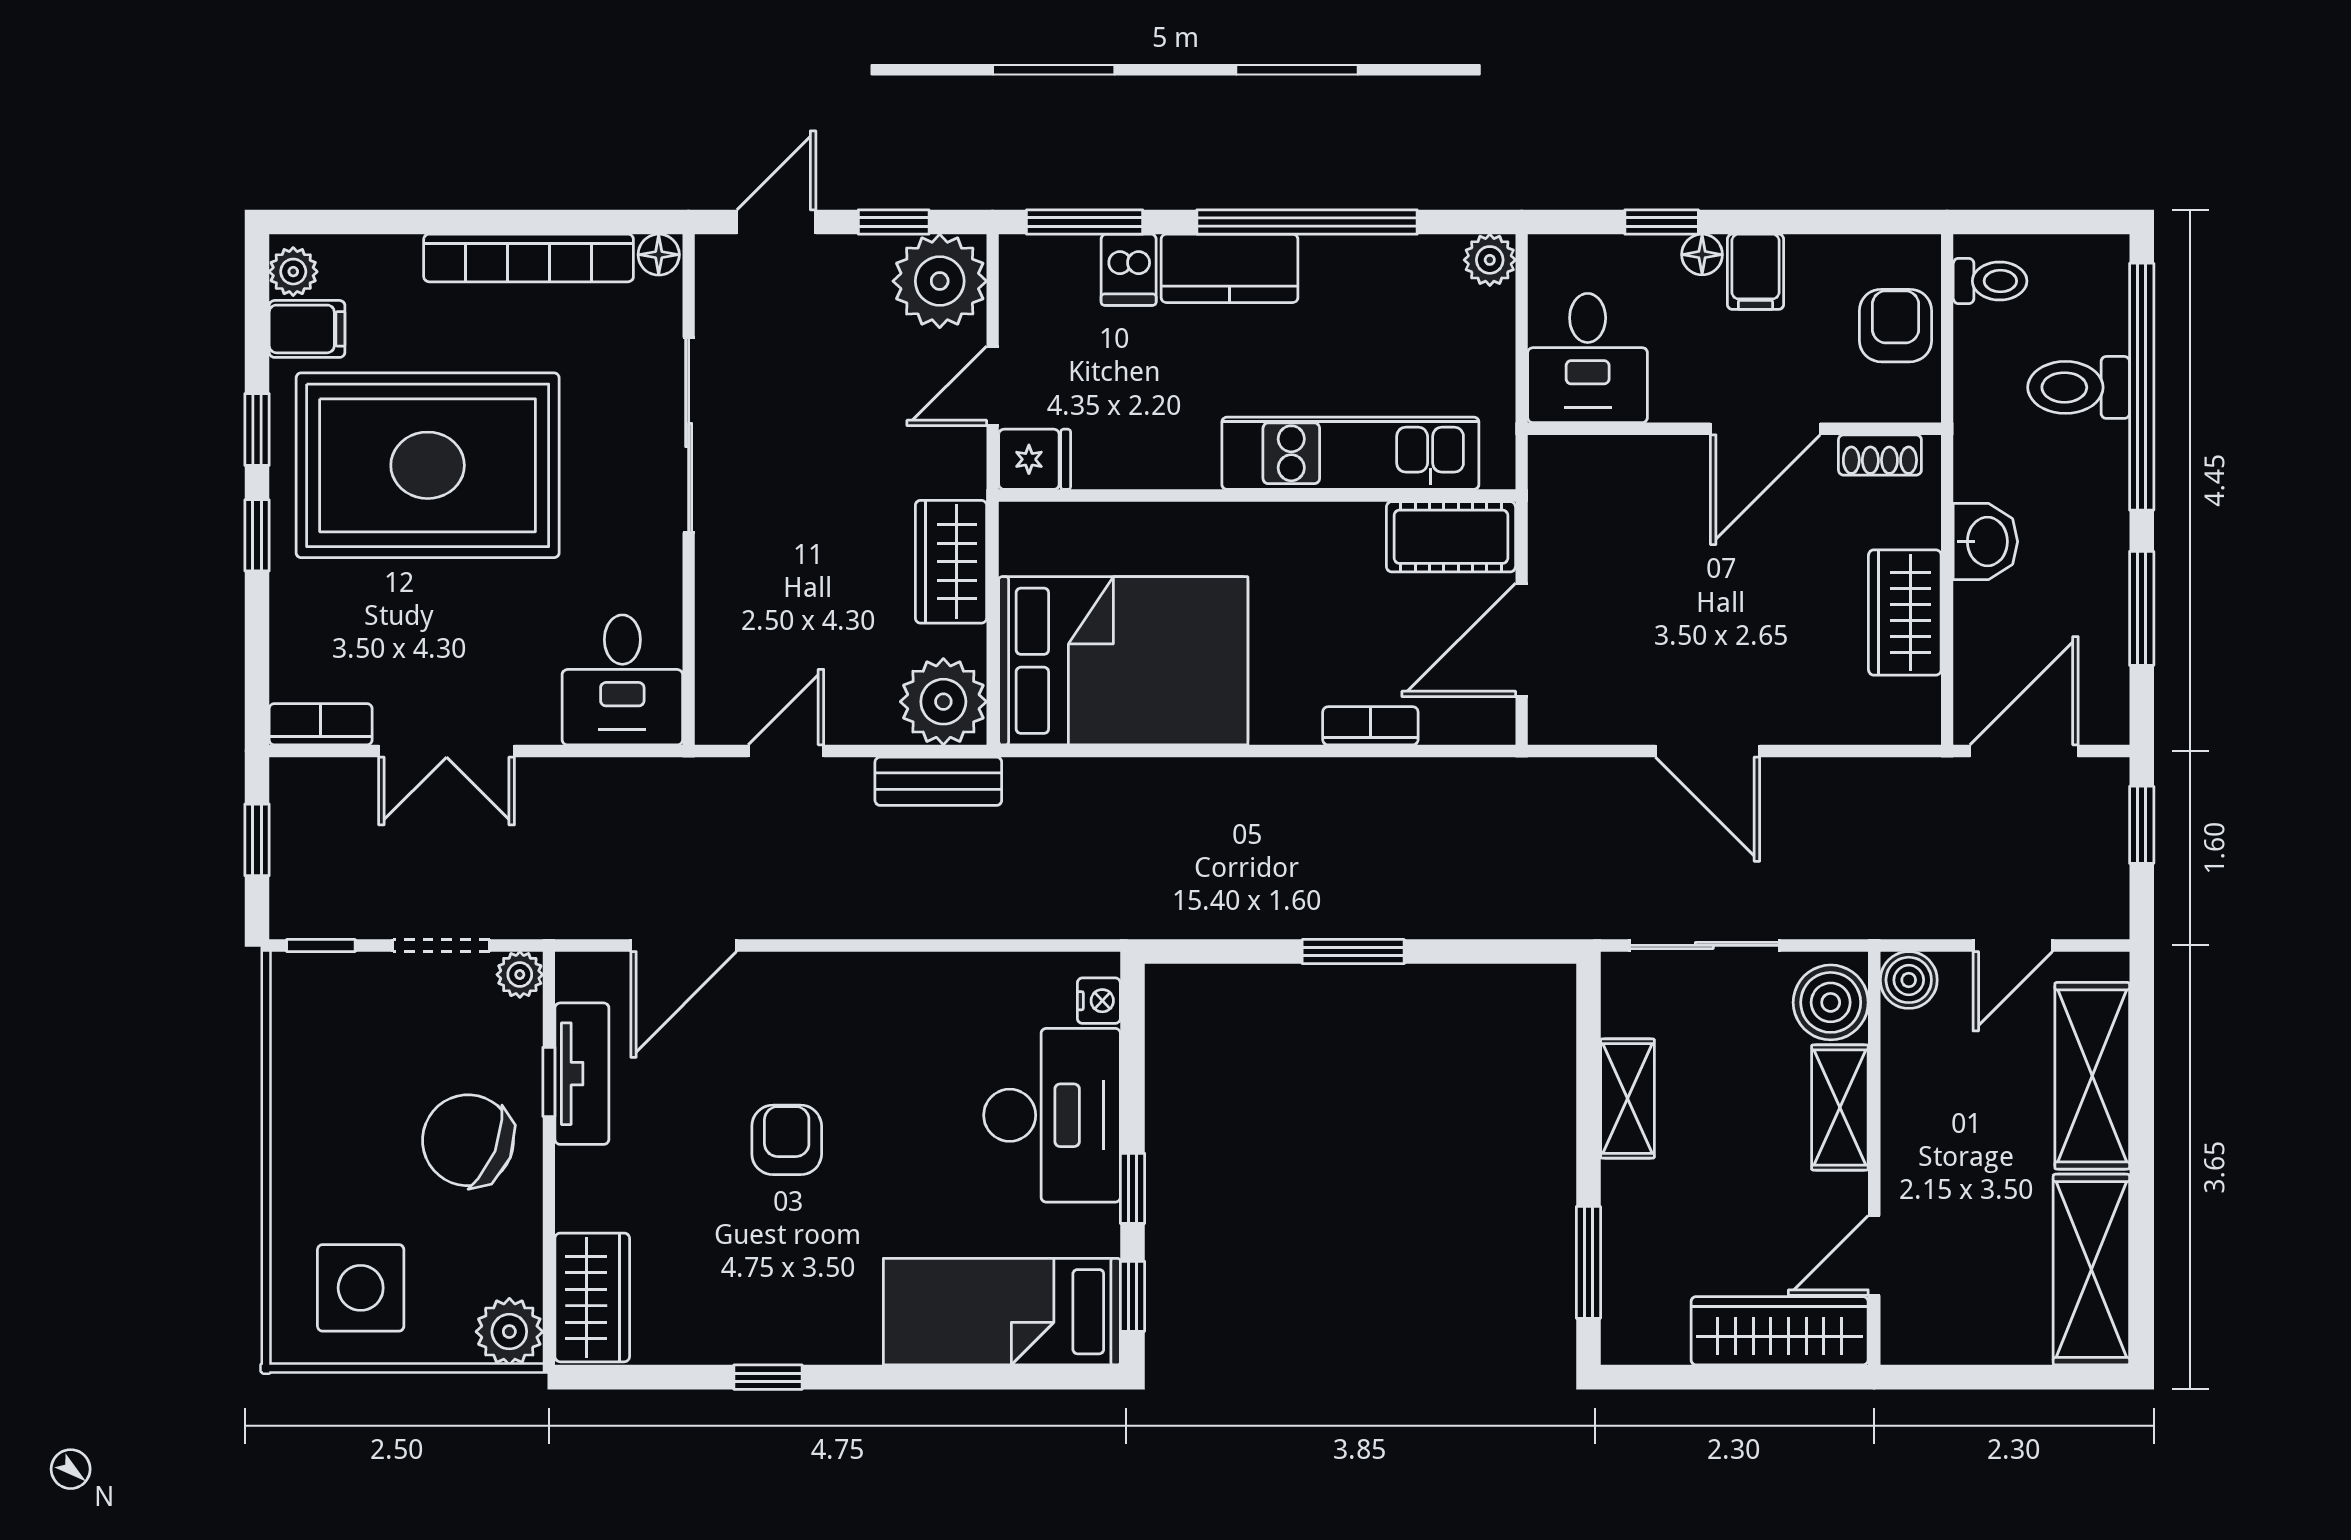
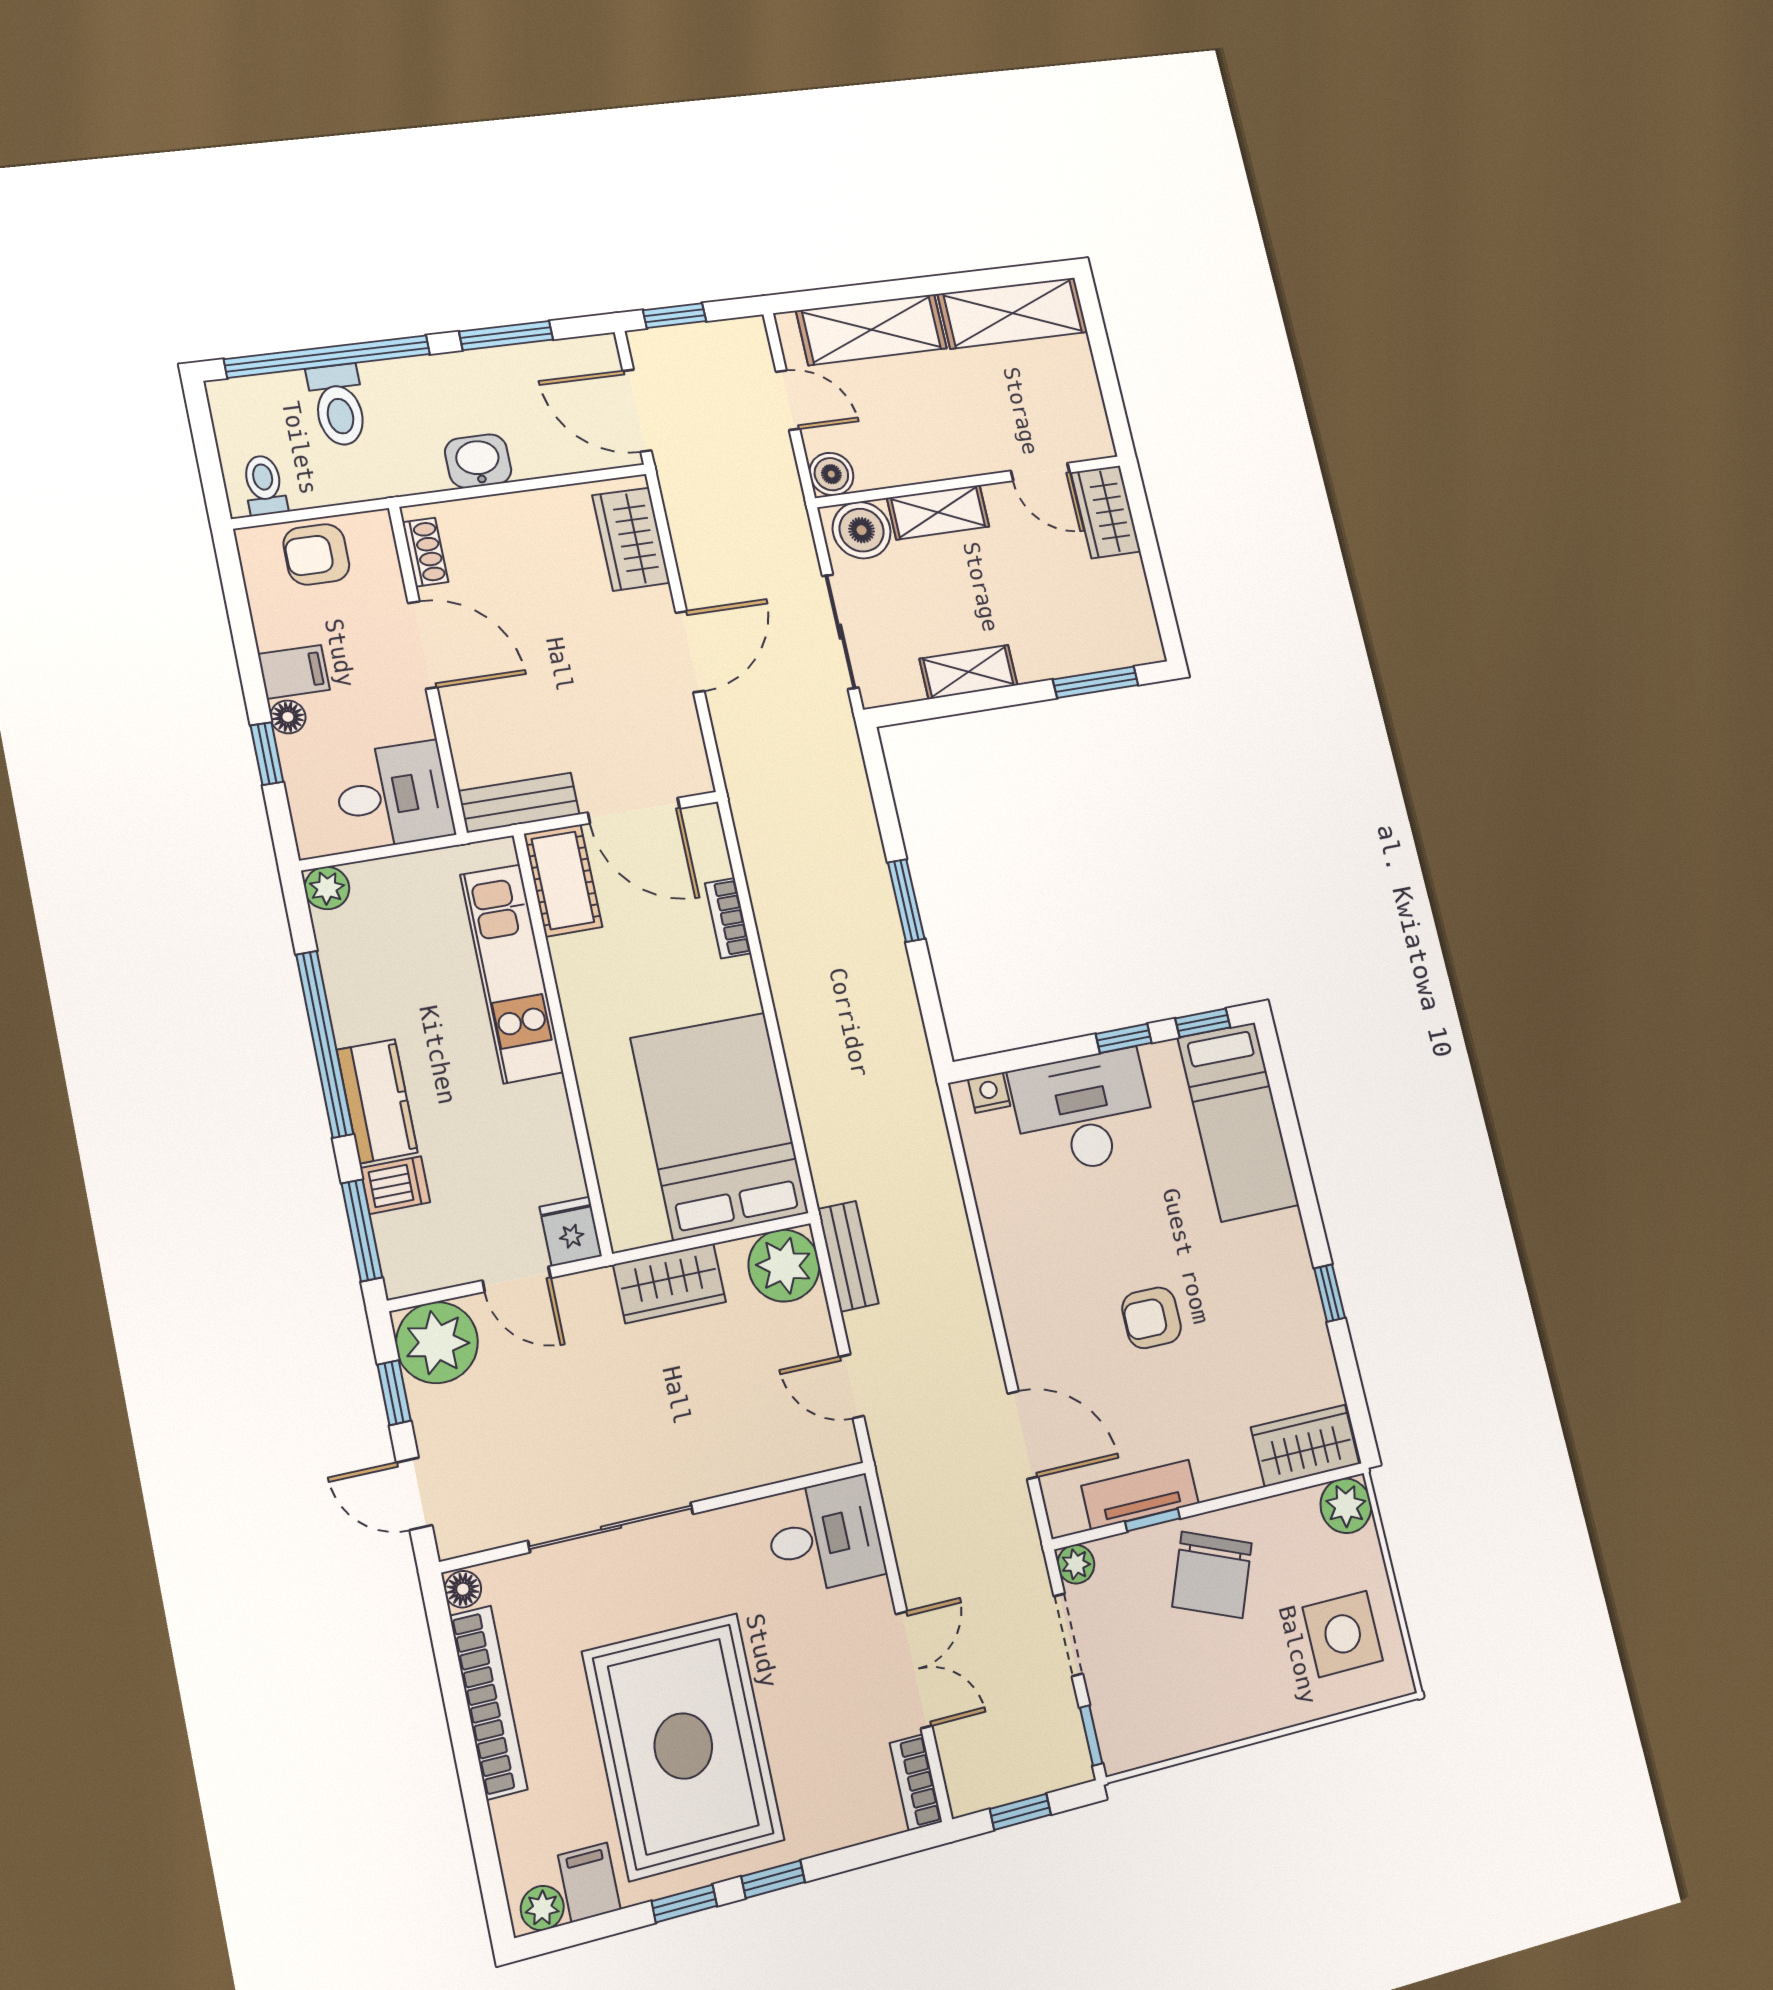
bench: (1554, 504) -> (519, 803), added
wardrobe: (1905, 612) -> (631, 539), moved, turned 90
wardrobe: (1780, 1331) -> (1106, 512), width x0.67

